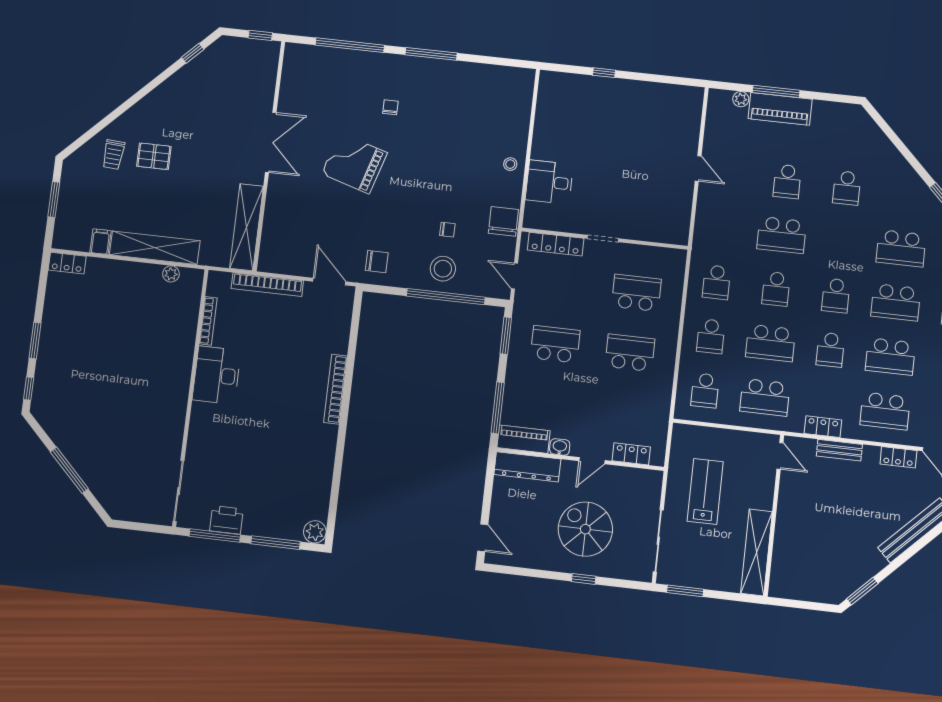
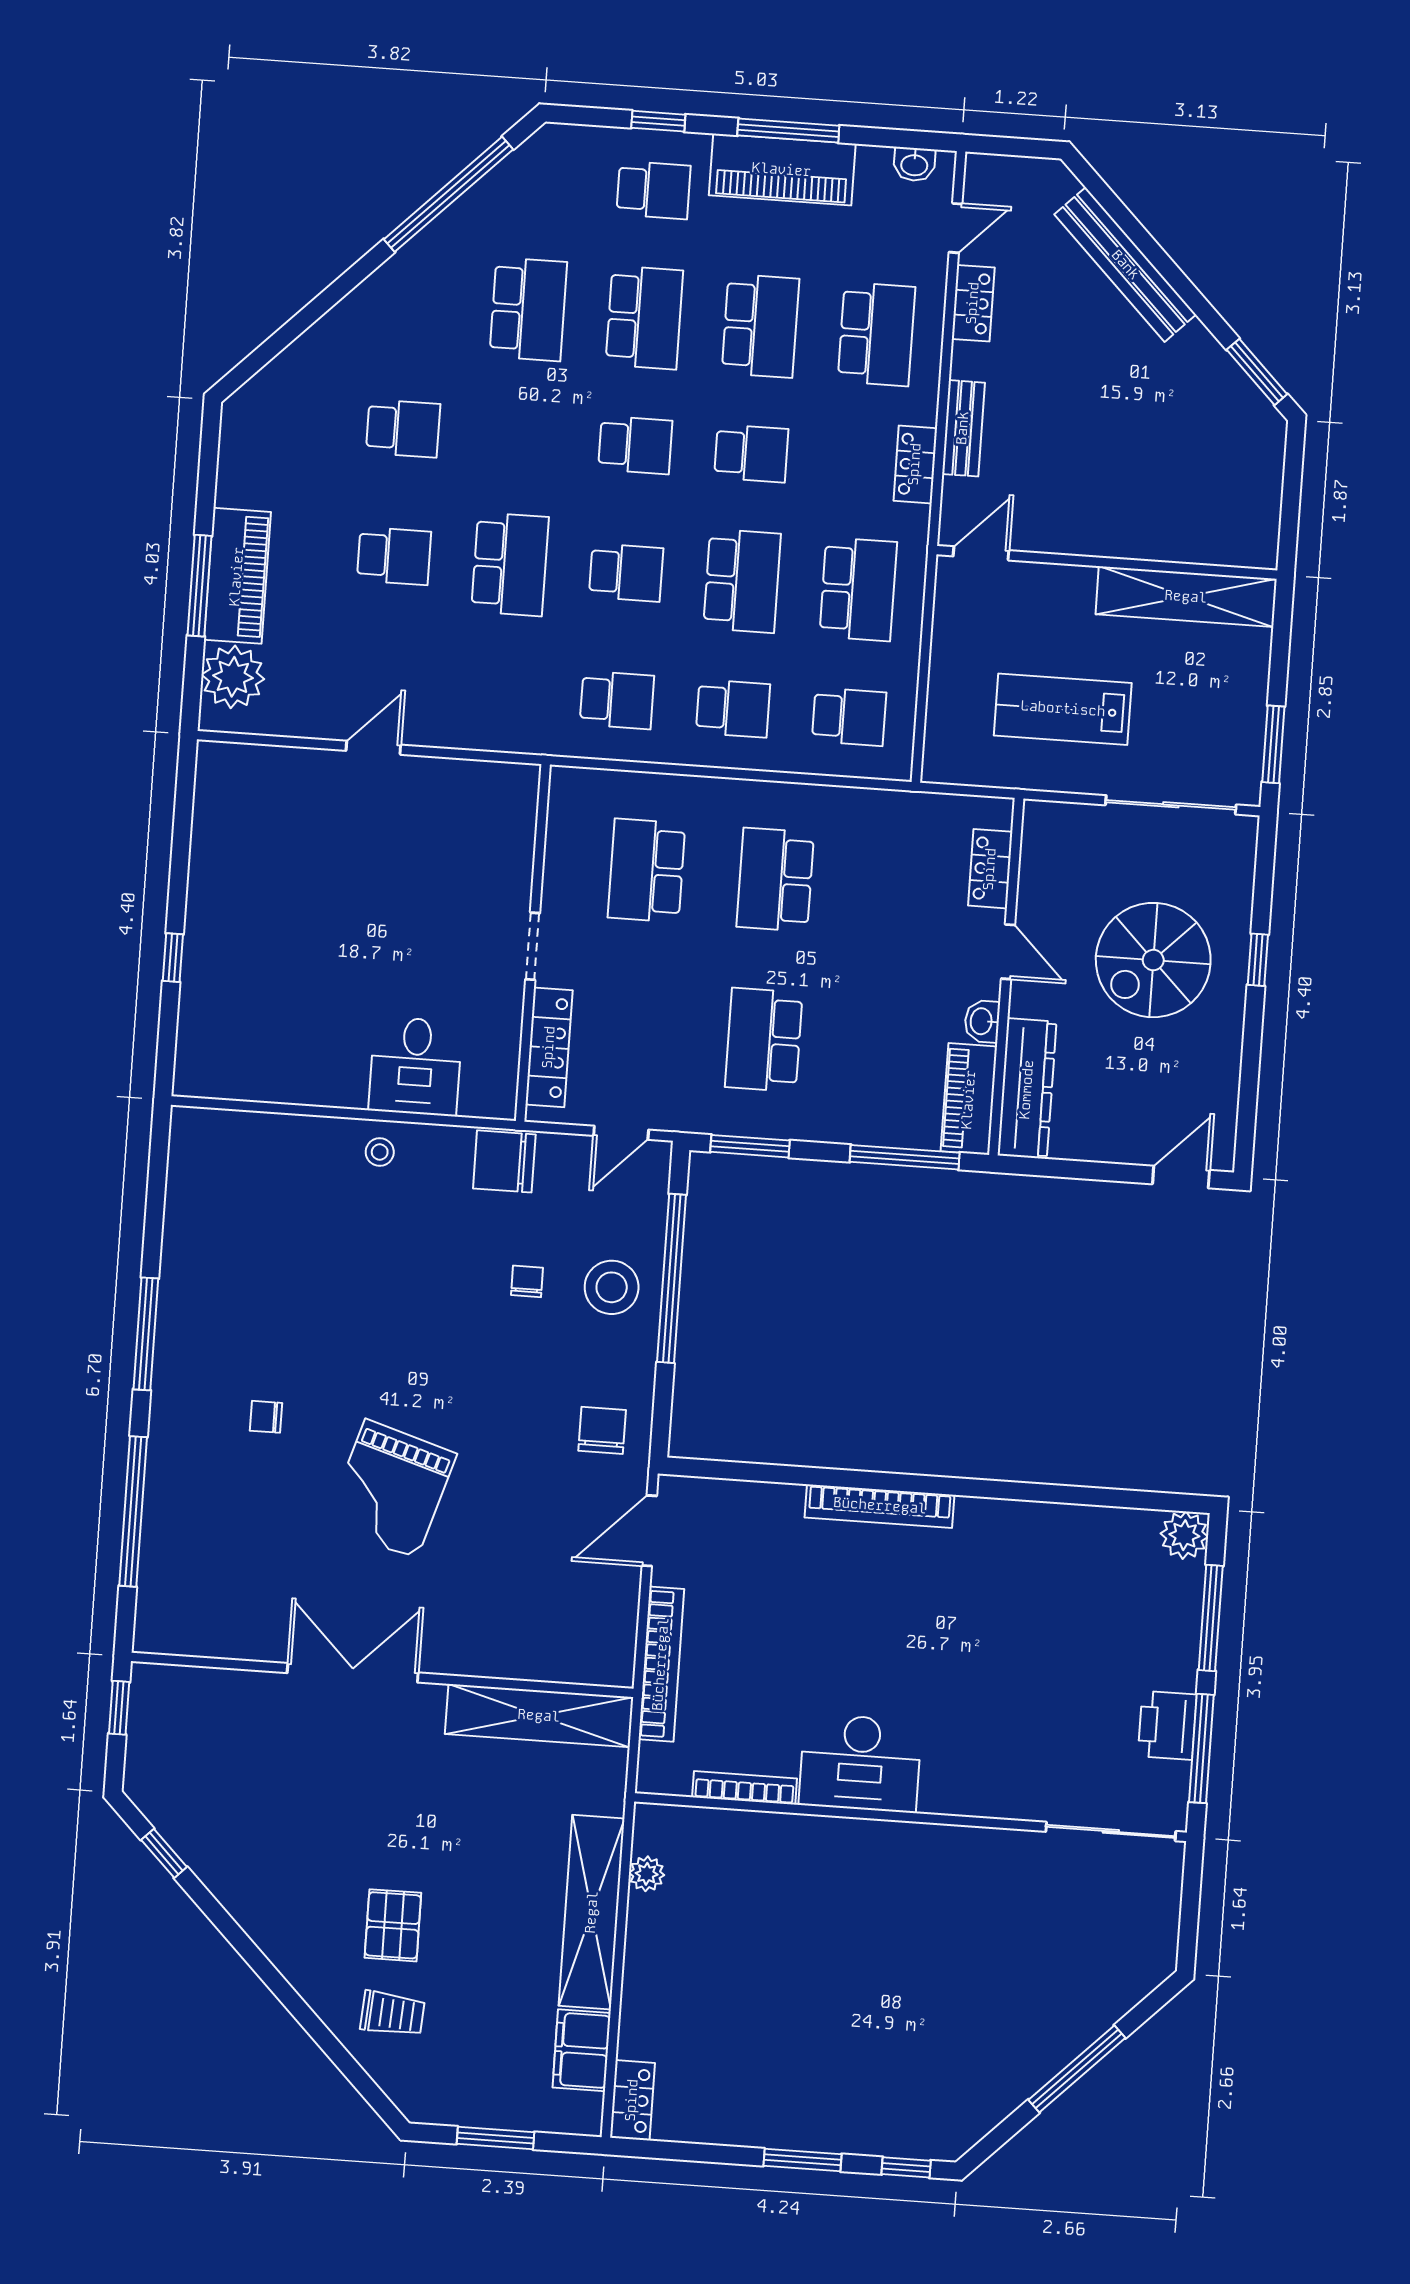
plant: (741, 99) -> (233, 677), width x1.88, depth x1.88
filing cabinet: (100, 242) -> (582, 2050), width x2.00

